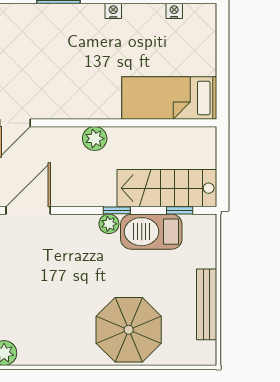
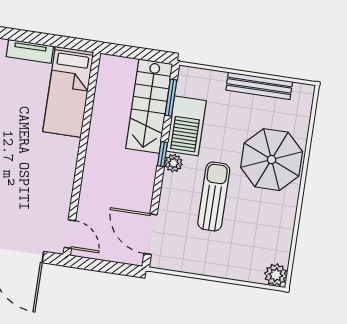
tv unit: (207, 50) -> (30, 51), added
plant: (95, 139) -> (95, 164), removed
window: (180, 210) -> (171, 98), width x1.50
sun lounger: (79, 273) -> (214, 196), added

